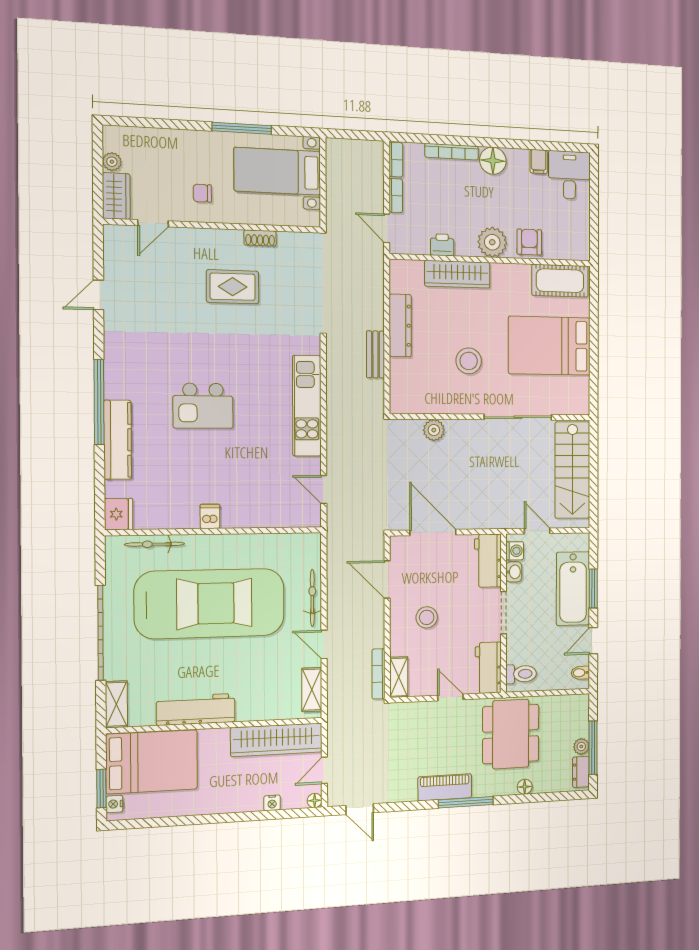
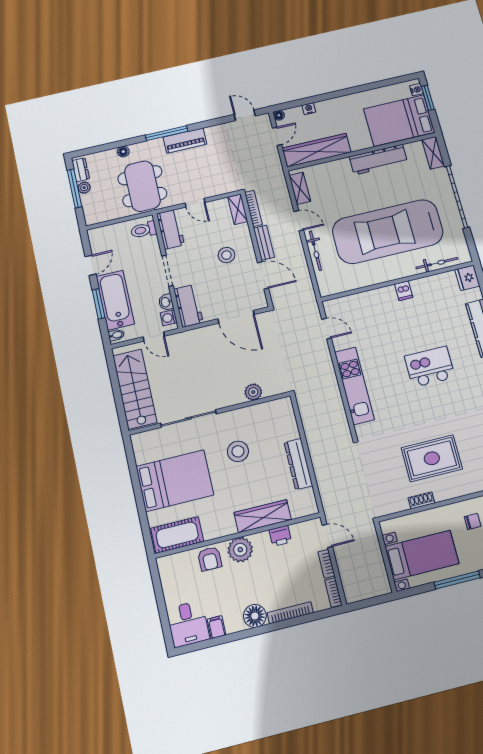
rug: (233, 287) -> (432, 458), width x1.36, depth x1.43
bench: (375, 354) -> (264, 243), moved
bidet: (580, 673) -> (116, 335), moved

